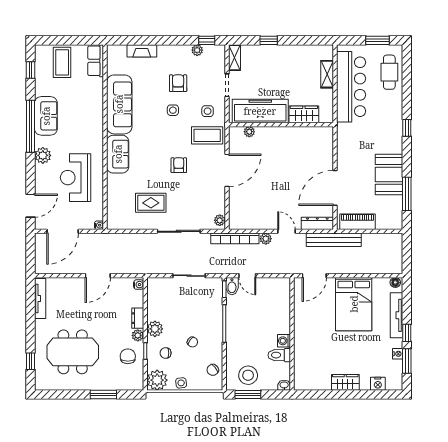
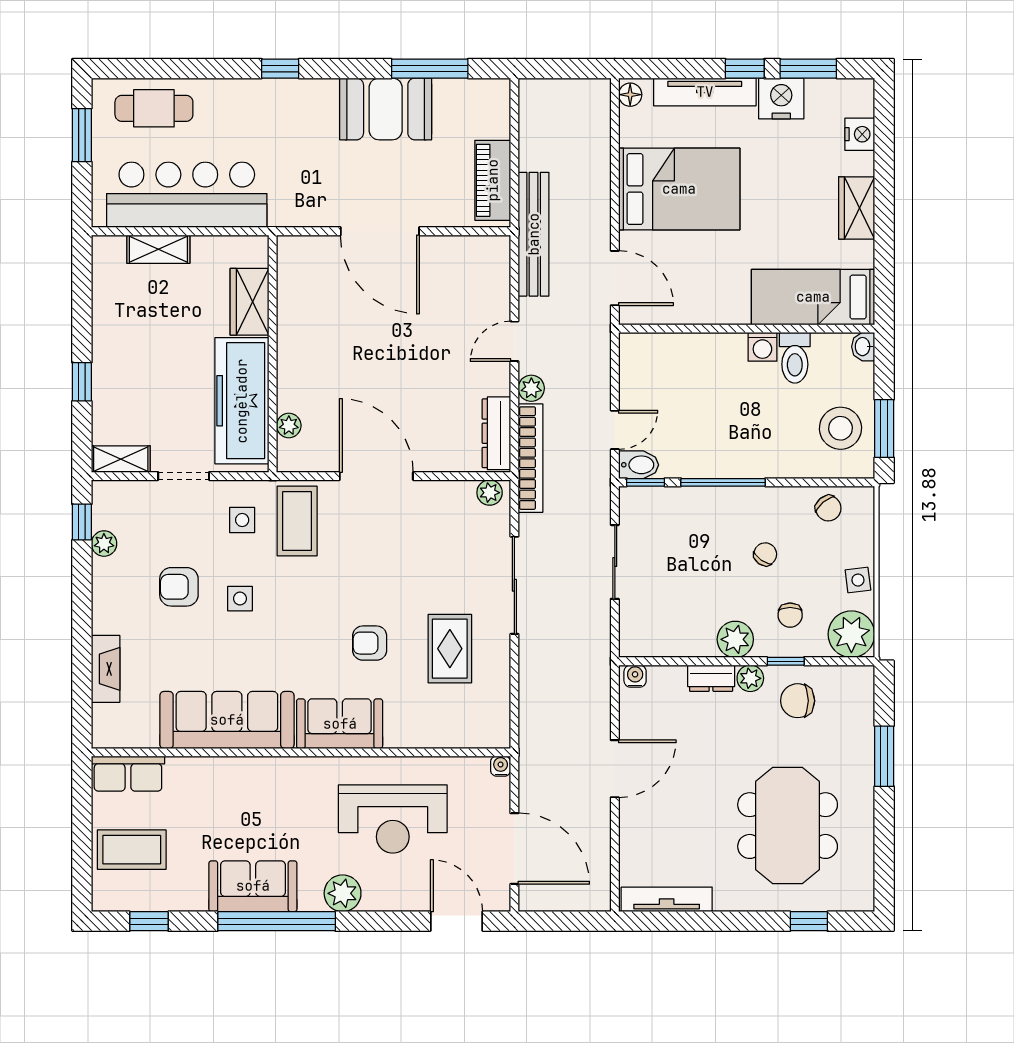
armchair: (179, 165) -> (370, 643), moved
door: (335, 188) -> (380, 231), moved
dresser: (317, 223) -> (496, 433), moved
door: (98, 276) -> (615, 769), hinge flipped
nightstand: (398, 354) -> (781, 98), width x1.89, depth x1.79
bed: (306, 363) -> (813, 297), added

